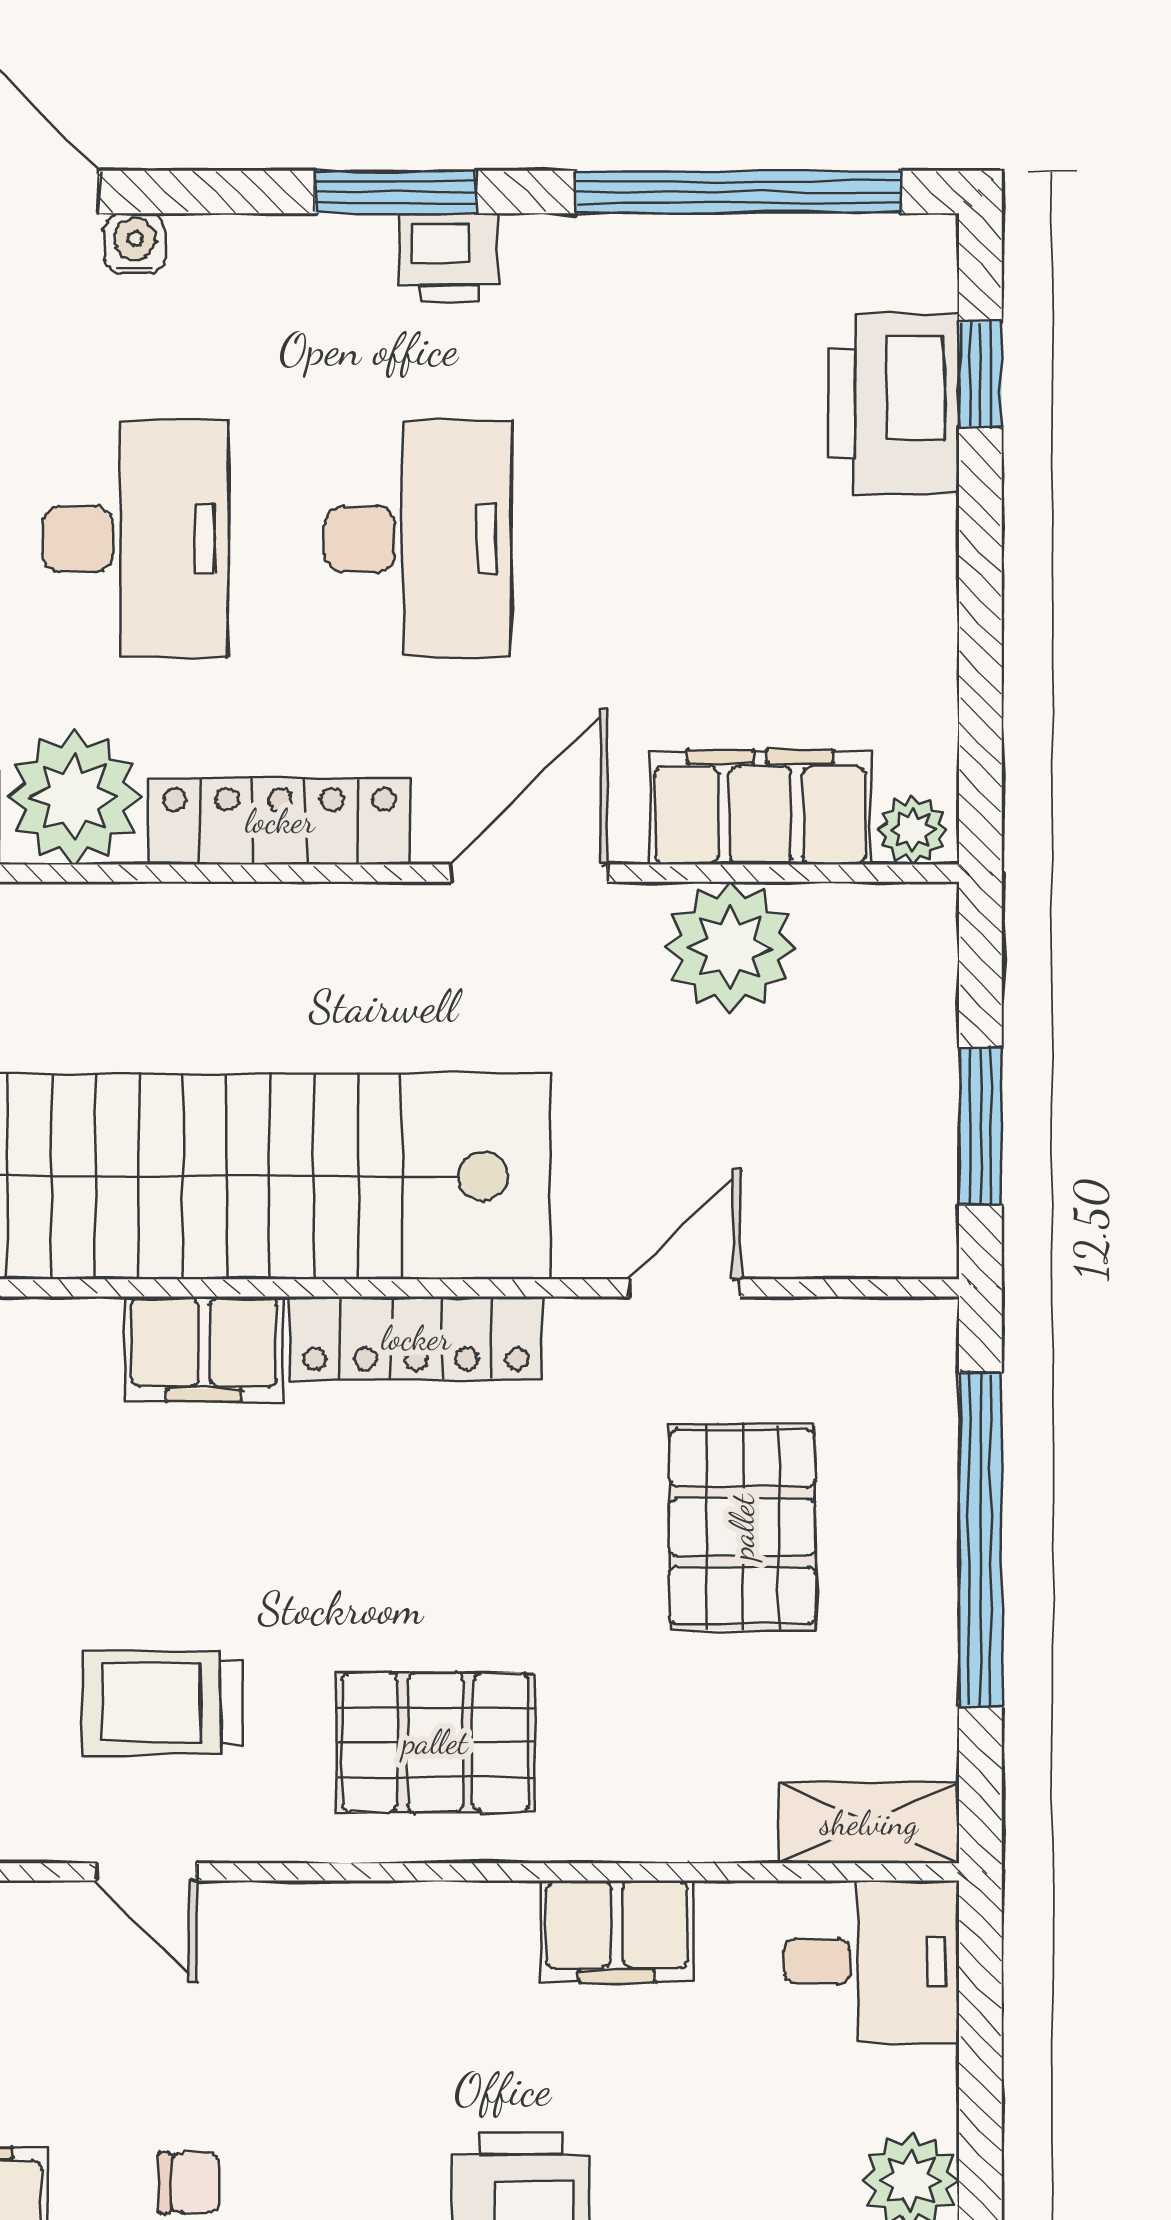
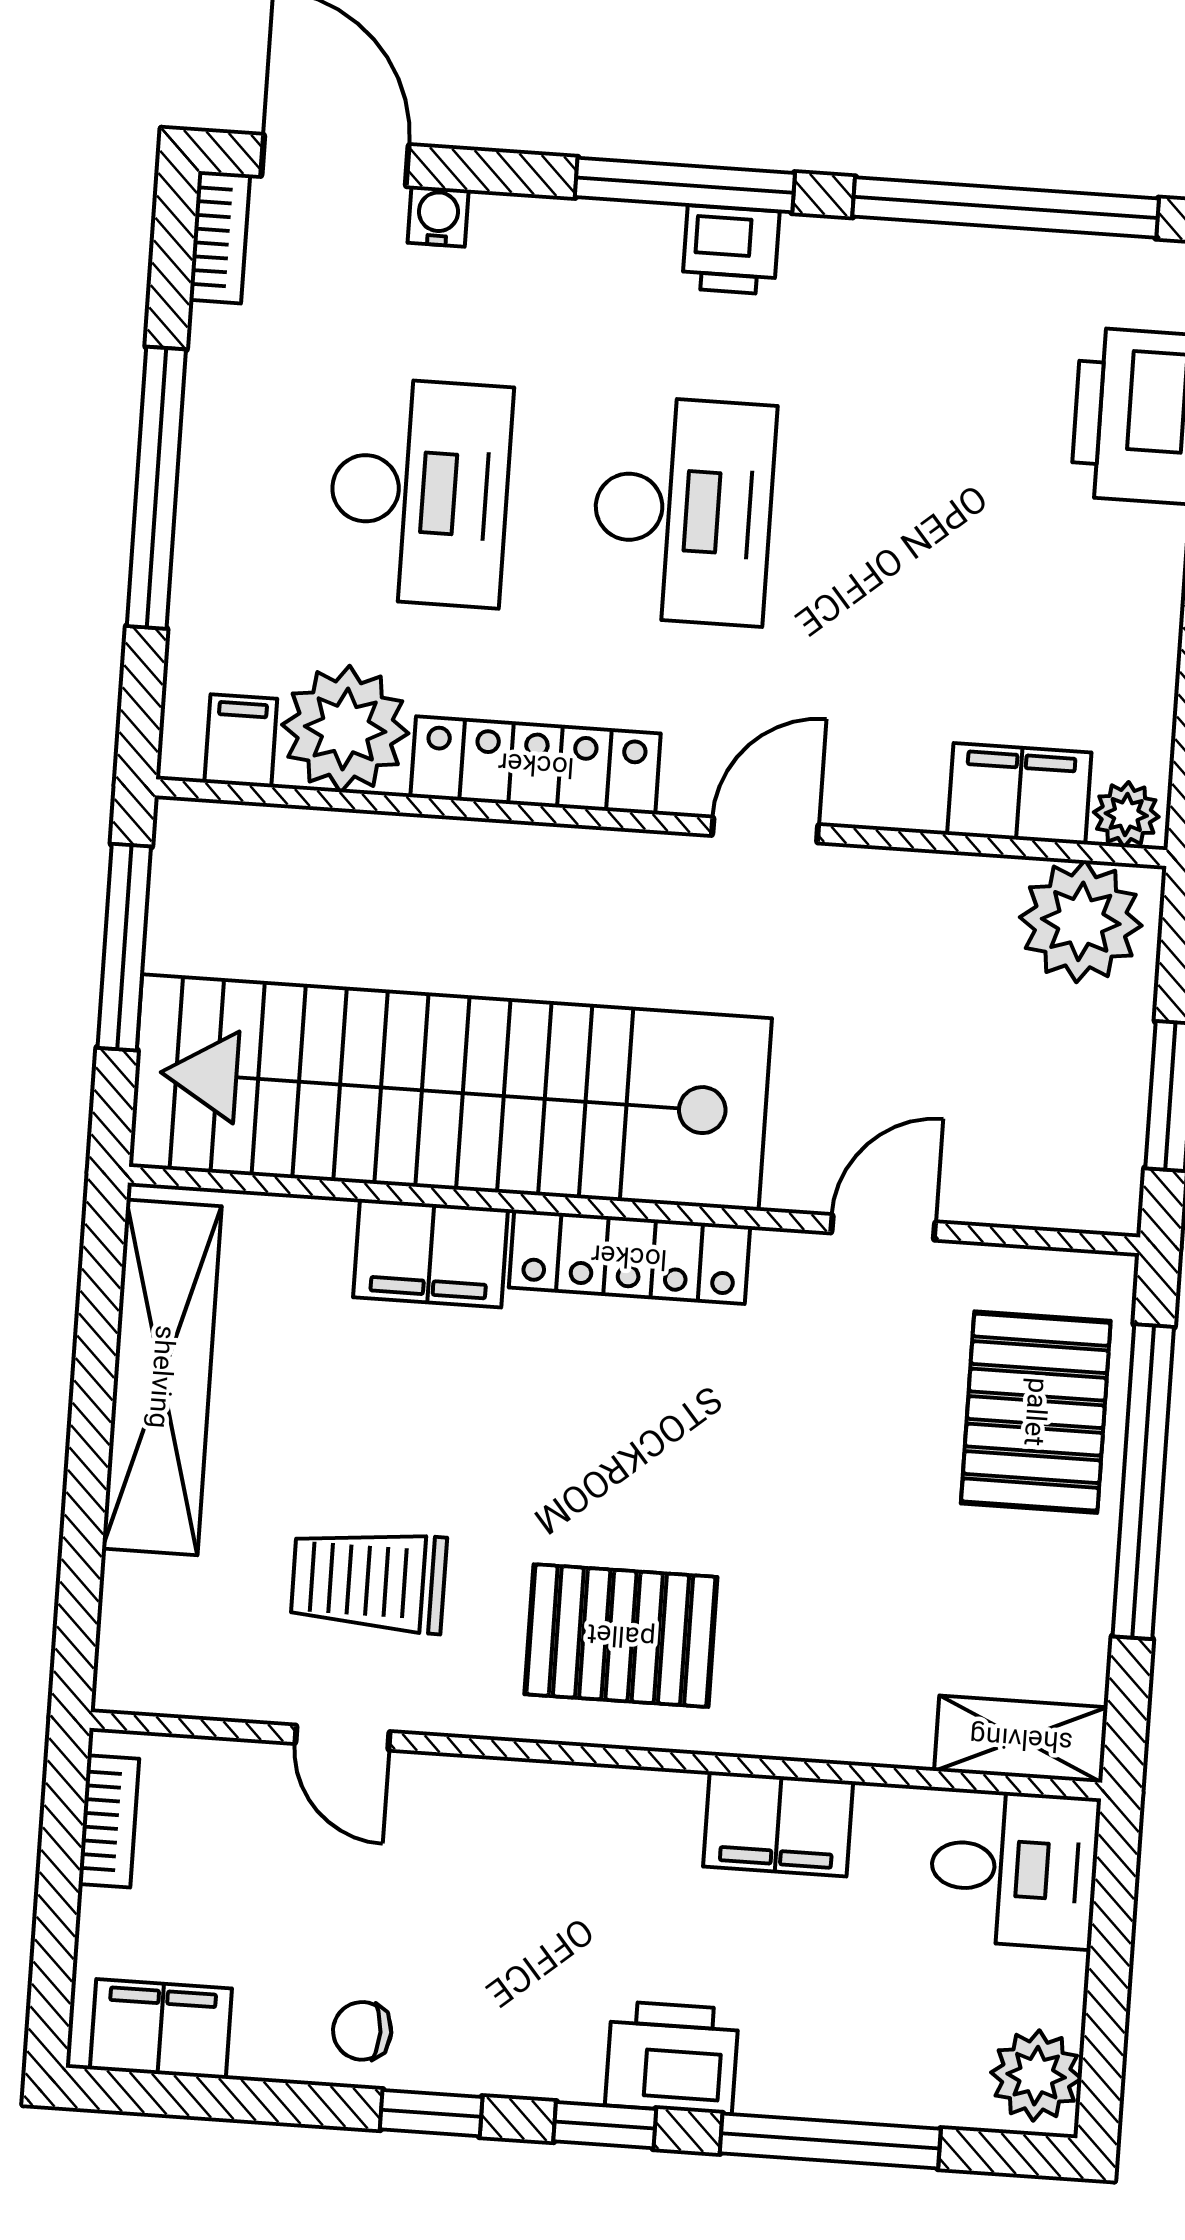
window: (395, 192) -> (685, 185), width x1.44
filing cabinet: (760, 807) -> (1019, 794), width x0.67, depth x0.86
door: (529, 873) -> (765, 830), width x0.73
plant: (730, 947) -> (1081, 921), moved
pallet: (742, 1527) -> (1036, 1412), moved
chair: (189, 2183) -> (362, 2031), turned 180

